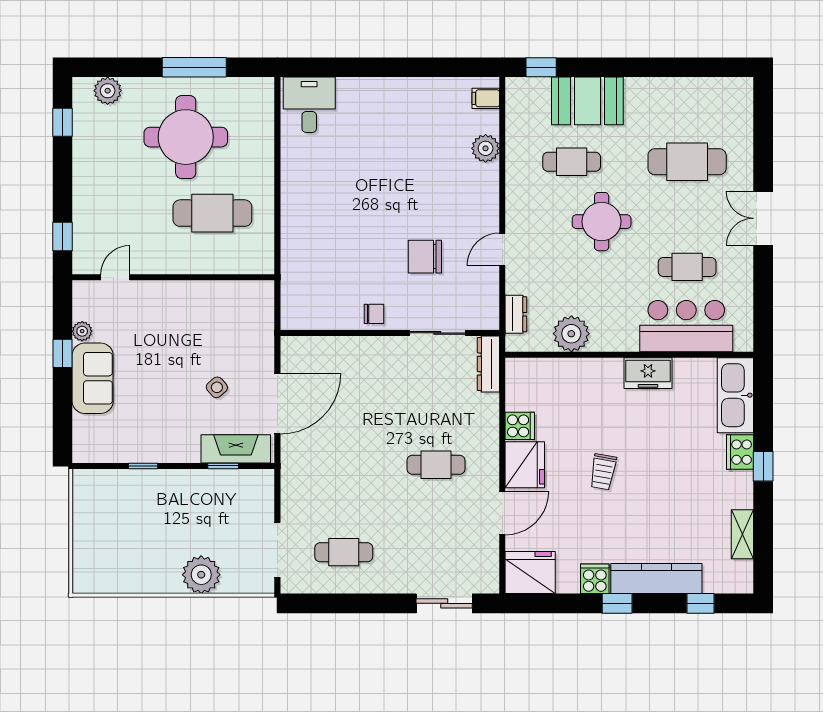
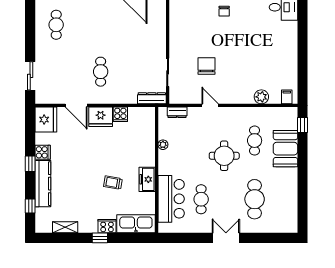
chair: (374, 314) -> (224, 11), moved
plant: (571, 334) -> (163, 145), width x0.53, depth x0.53
trolley: (603, 472) -> (113, 183), moved

